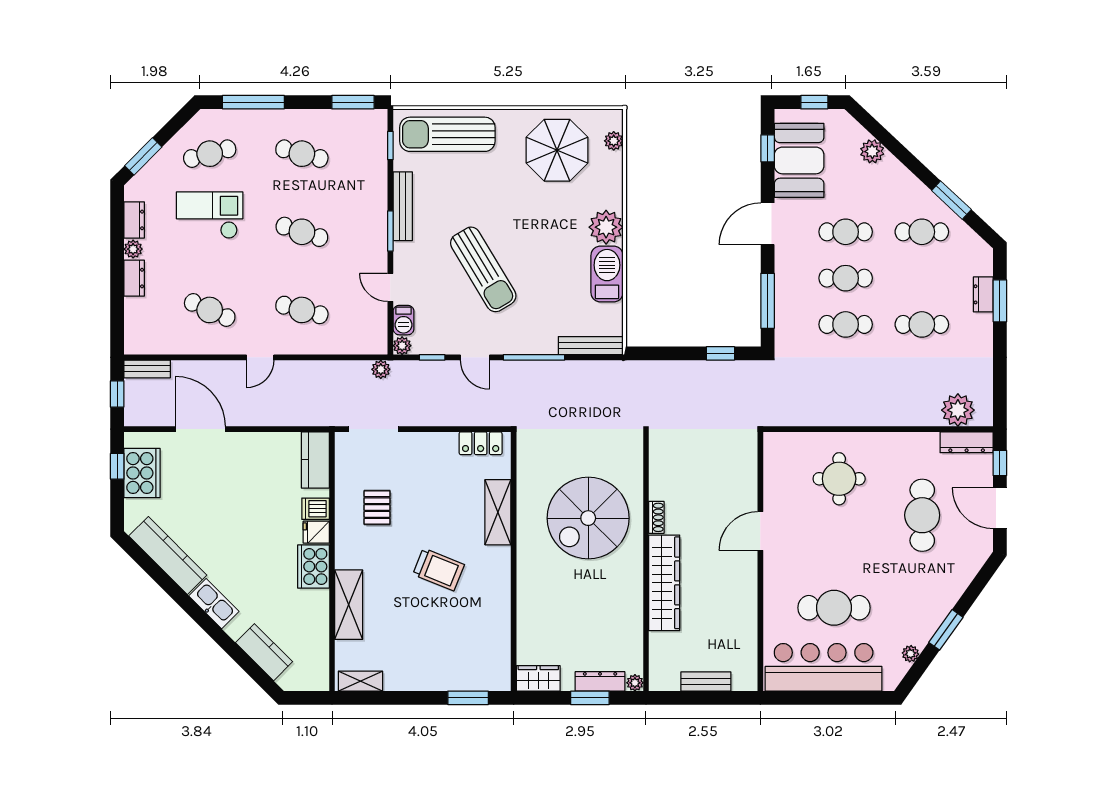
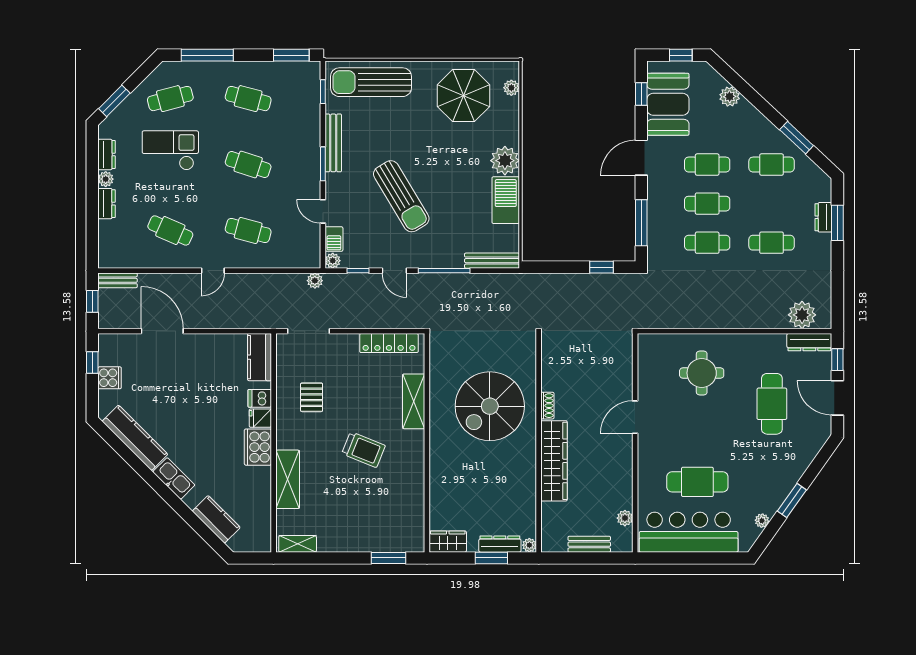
locker: (481, 443) -> (389, 343), width x1.53
cooker: (142, 473) -> (110, 378), width x0.53, depth x0.76
plant: (748, 651) -> (625, 518), added

